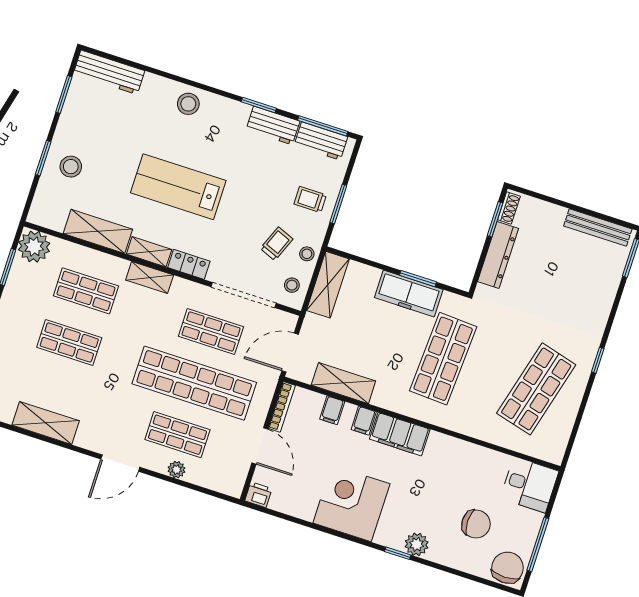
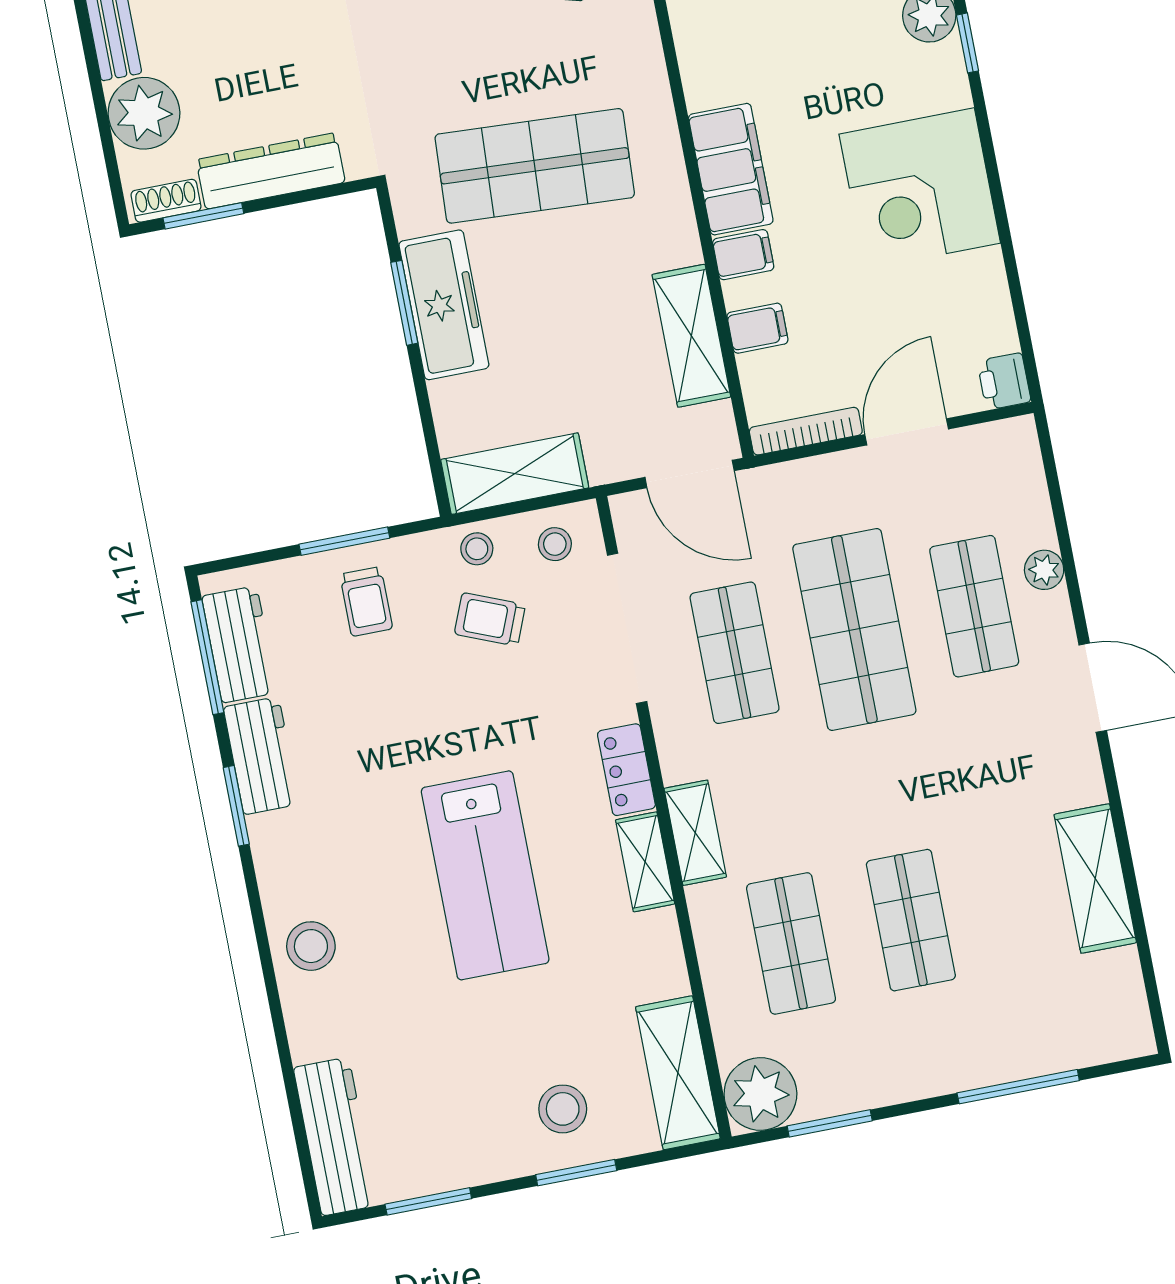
plant: (548, 218) -> (144, 113), added
shelving: (98, 231) -> (678, 1073), moved
shop shelf: (194, 383) -> (854, 629), width x0.71

